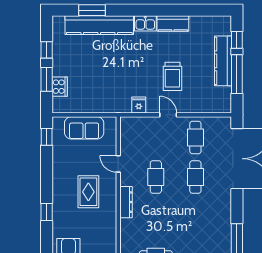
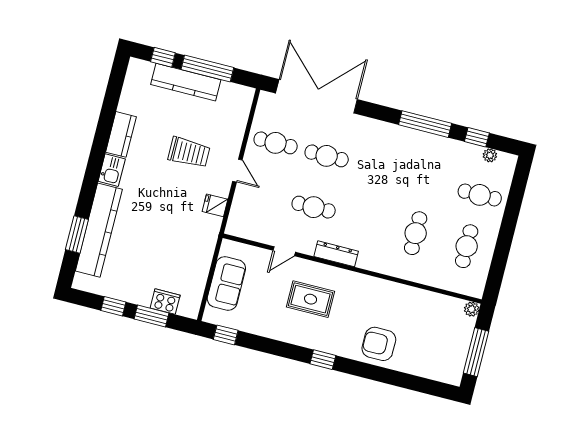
door: (168, 115) -> (237, 171), swing flipped

